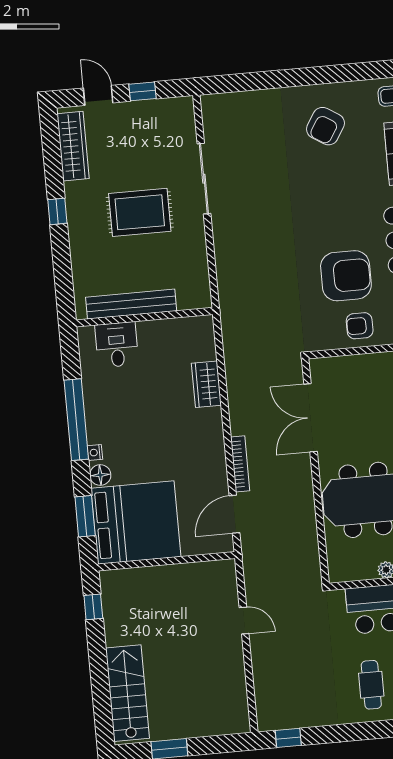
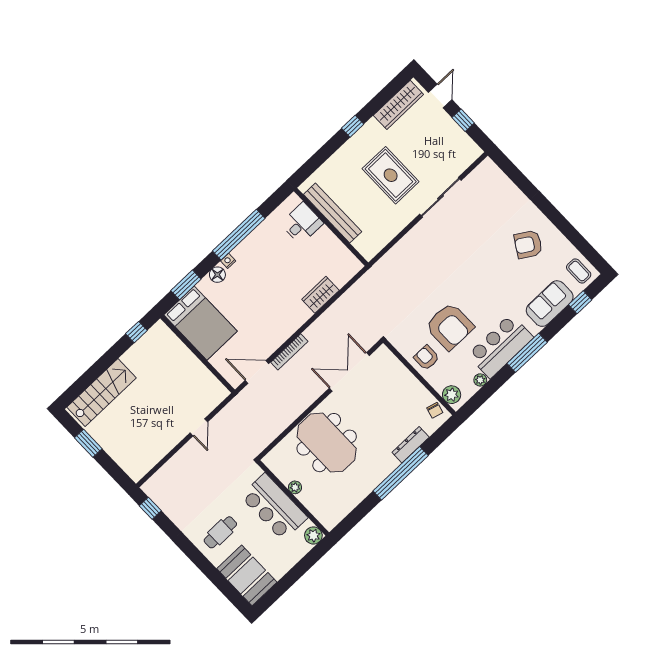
bed: (136, 522) -> (201, 323), width x0.73

